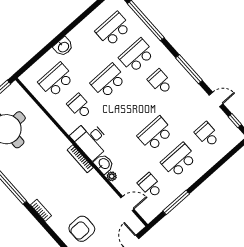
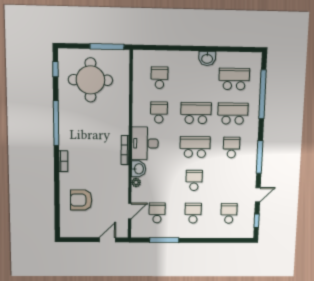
washbasin: (63, 47) -> (207, 58), moved
school desk: (56, 80) -> (160, 78), width x0.54
door: (216, 99) -> (258, 195), hinge flipped
school desk: (132, 107) -> (195, 147), added
school desk: (155, 134) -> (194, 180), width x0.54
school desk: (179, 160) -> (193, 213), width x0.54
door: (127, 204) -> (130, 211), hinge flipped

